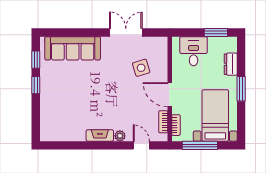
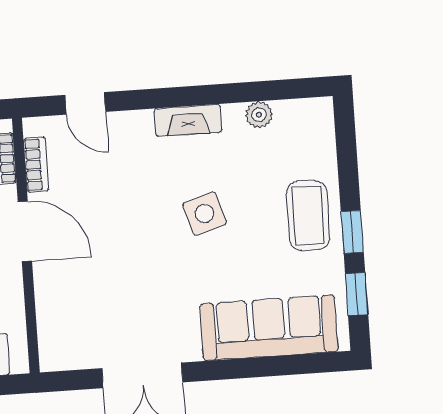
side table: (141, 68) -> (205, 214), moved
coffee table: (53, 93) -> (308, 215), added
plant: (120, 136) -> (259, 115), moved

